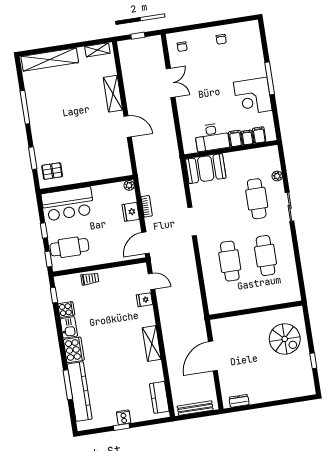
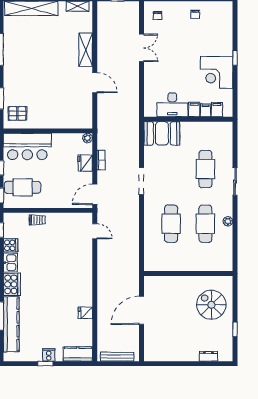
window: (270, 78) -> (235, 58), width x0.46
plant: (277, 176) -> (228, 221), moved
fridge: (144, 300) -> (85, 313), moved
spiral stairs: (285, 339) -> (211, 305), turned 180
shelving: (152, 343) -> (86, 290), removed
kitchen counter: (159, 397) -> (78, 354), moved, turned 90
dresser: (239, 401) -> (208, 356), moved

